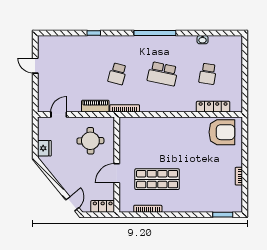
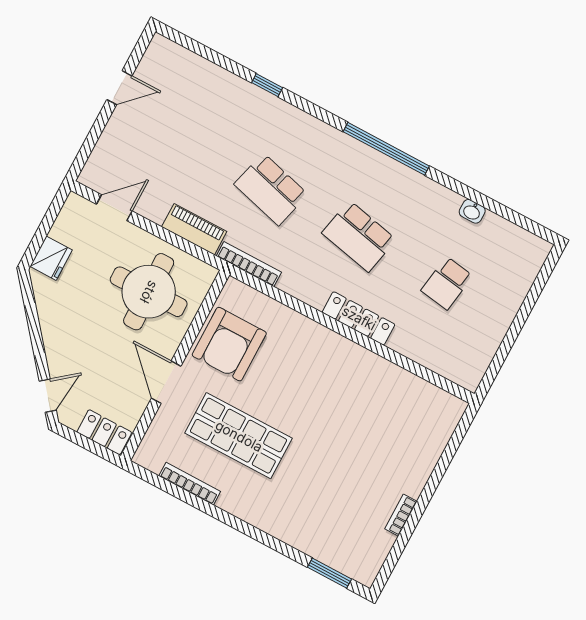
door: (35, 66) -> (119, 88), swing flipped
school desk: (117, 74) -> (271, 189), width x1.85
locker: (213, 107) -> (359, 318), moved
armchair: (222, 132) -> (229, 344), moved, turned 90
round table: (90, 141) -> (149, 292), width x1.36, depth x1.36
door: (117, 173) -> (166, 382), hinge flipped

